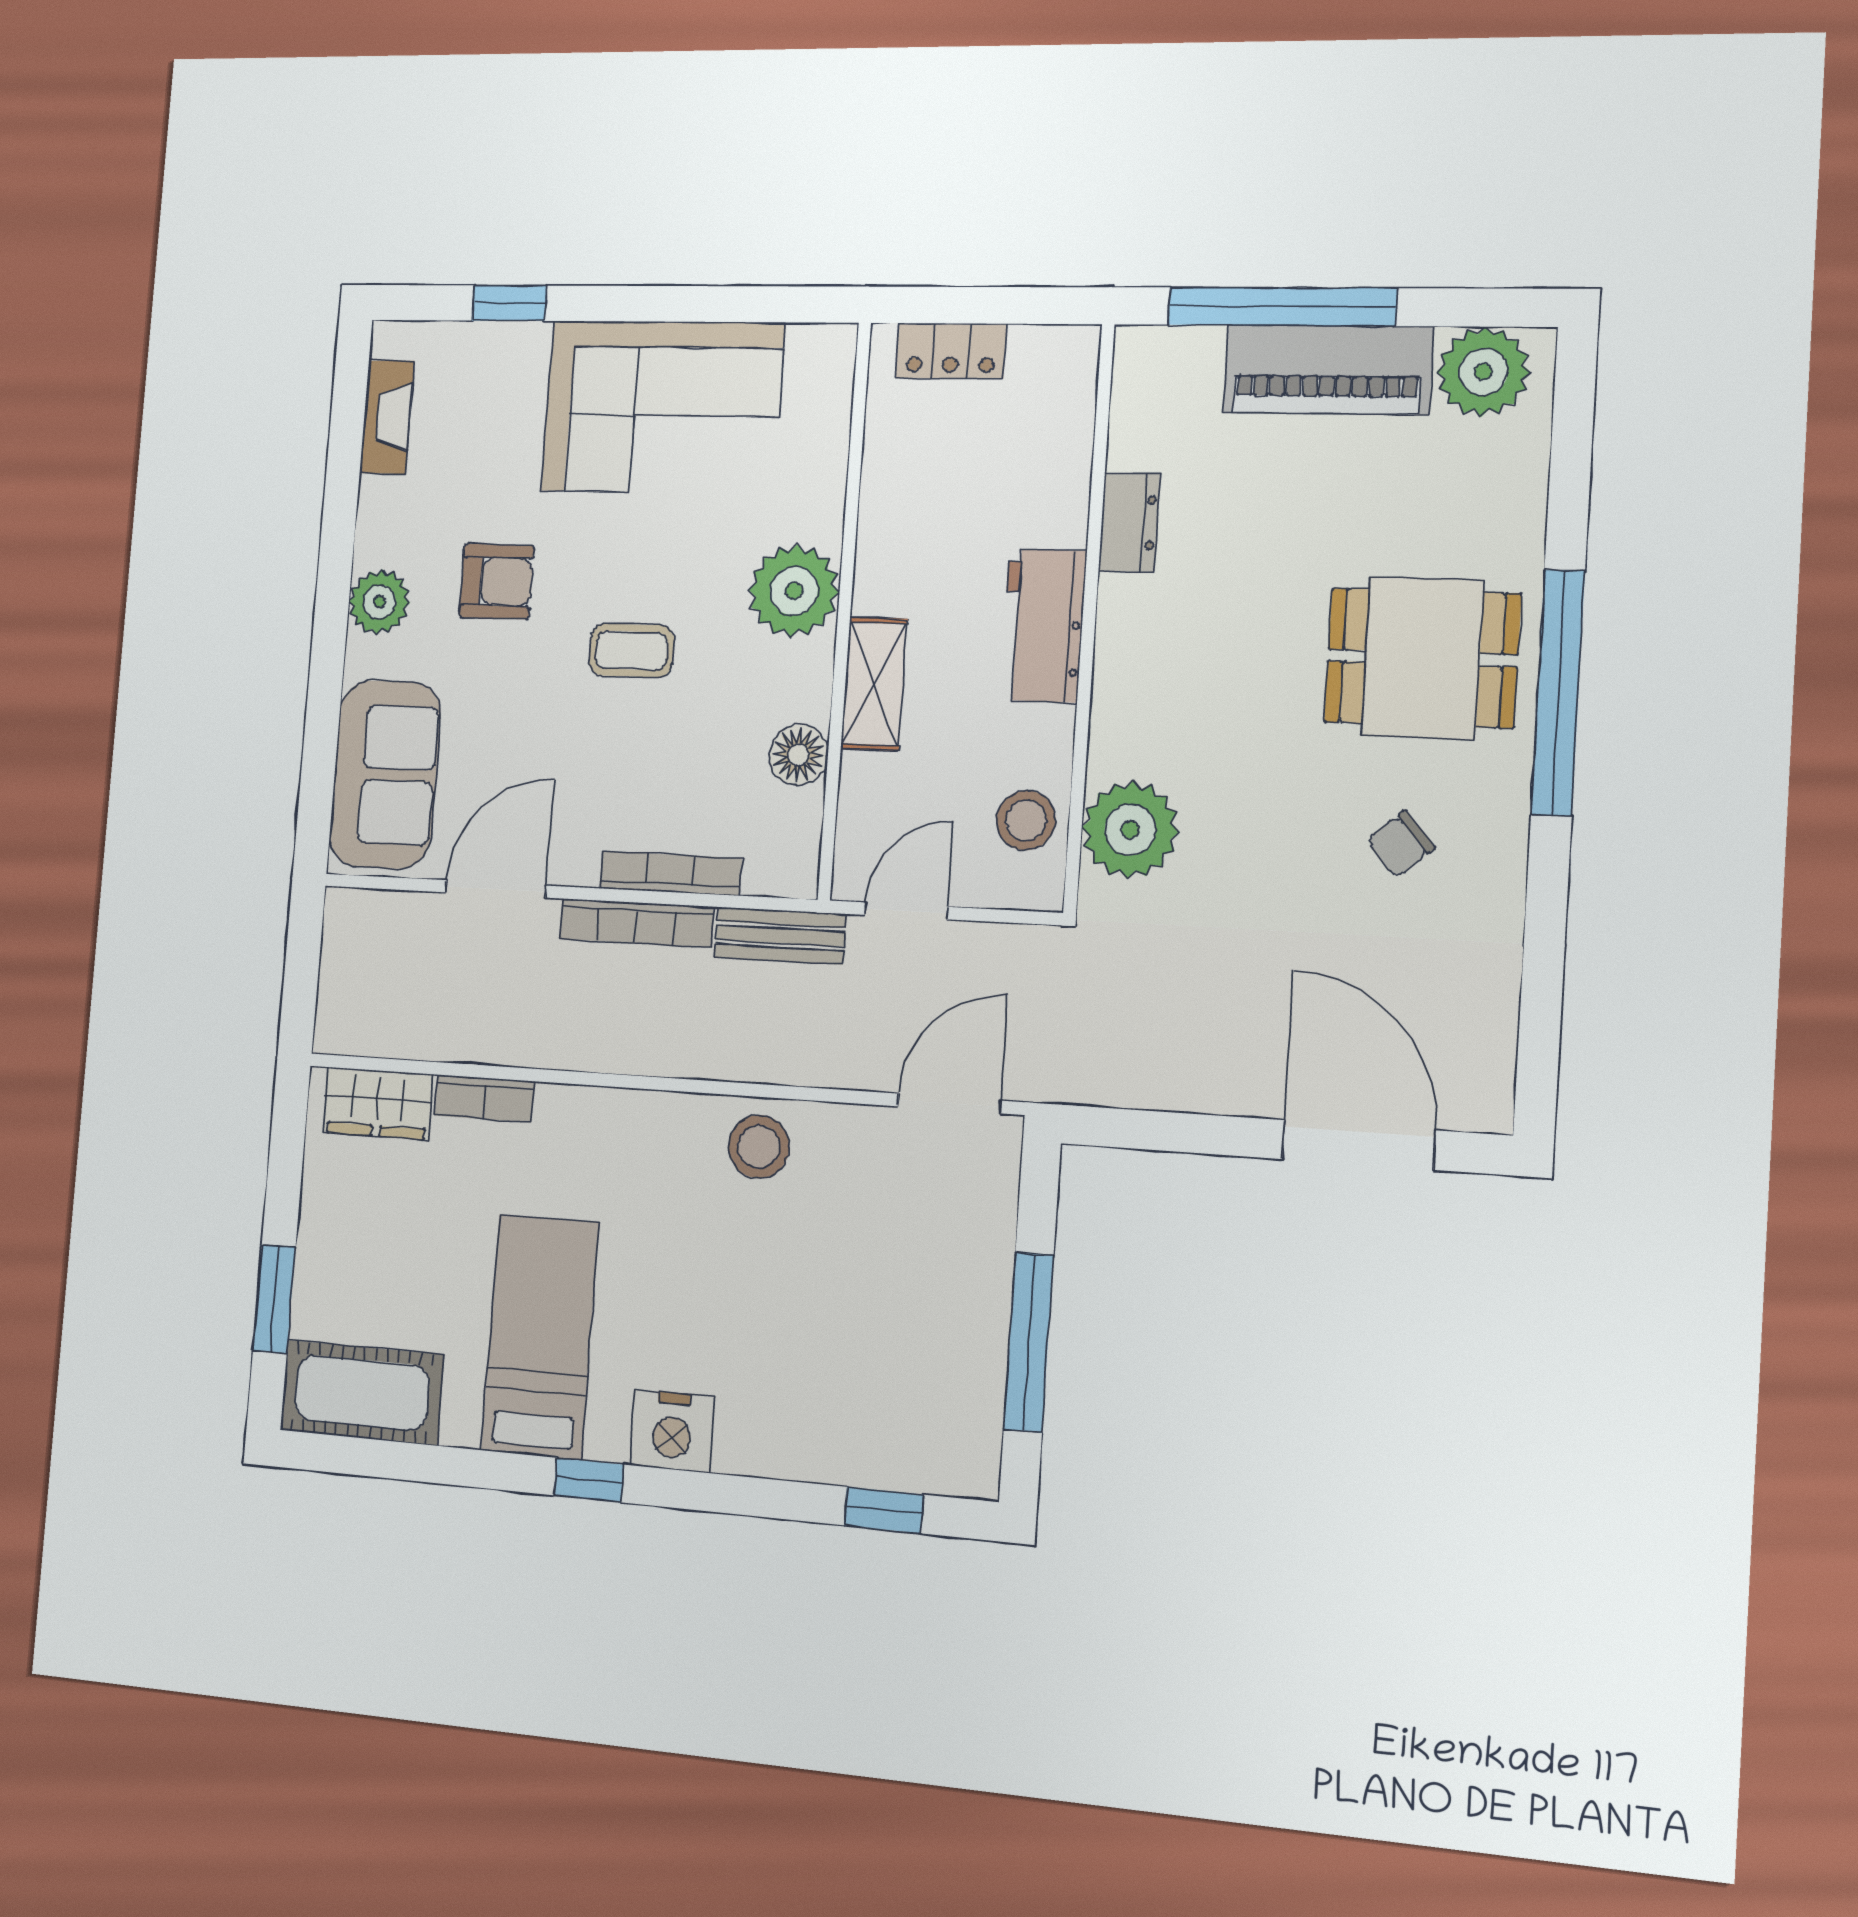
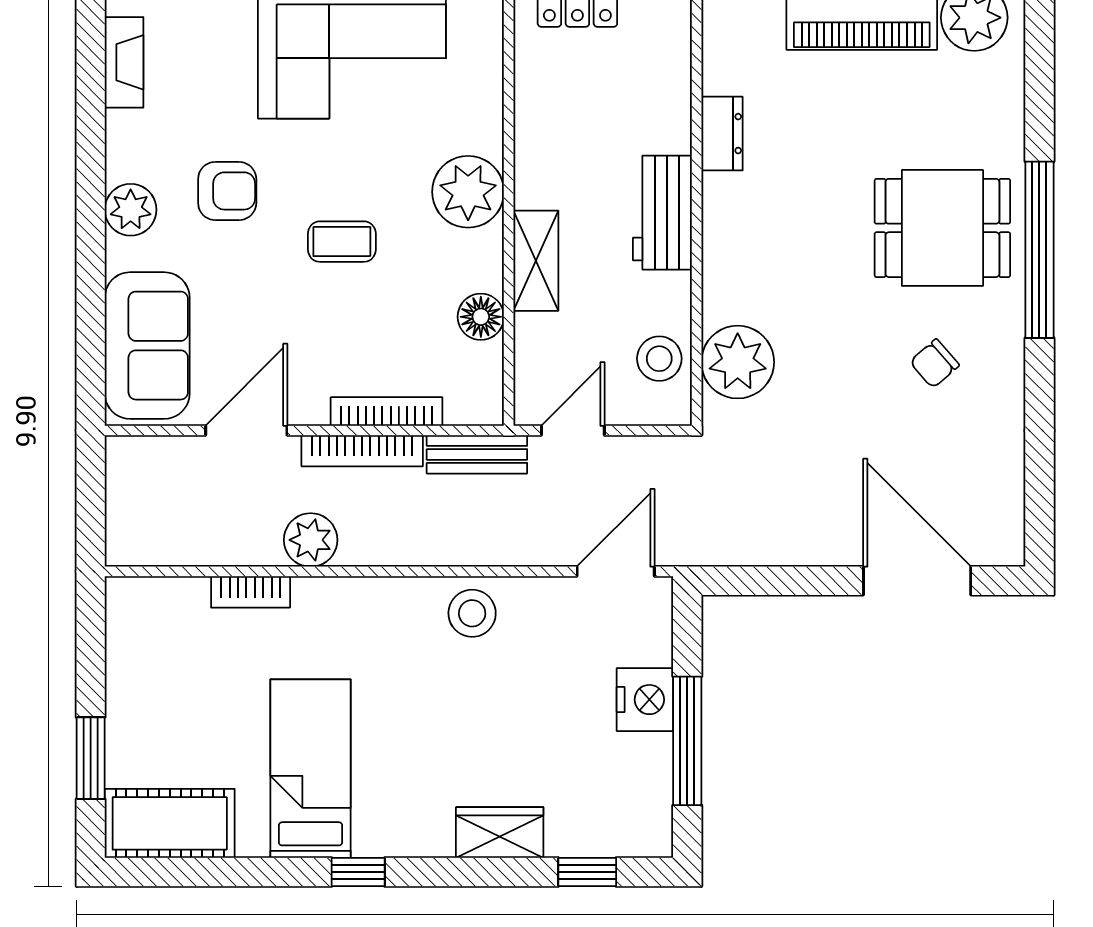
plant: (563, 1036) -> (311, 540), added
wardrobe: (378, 1103) -> (500, 833), moved, turned 180
nightstand: (672, 1431) -> (645, 700), moved, turned -90

